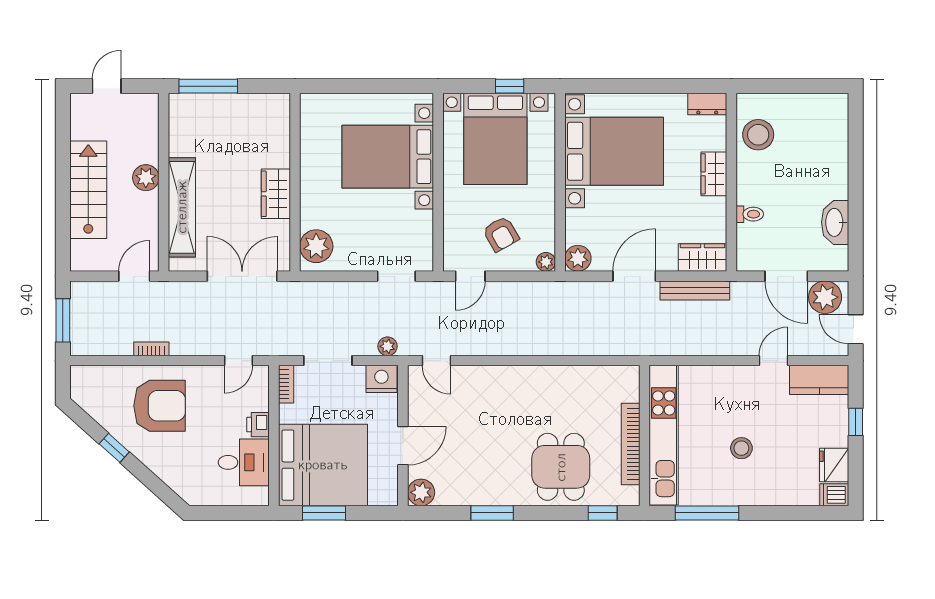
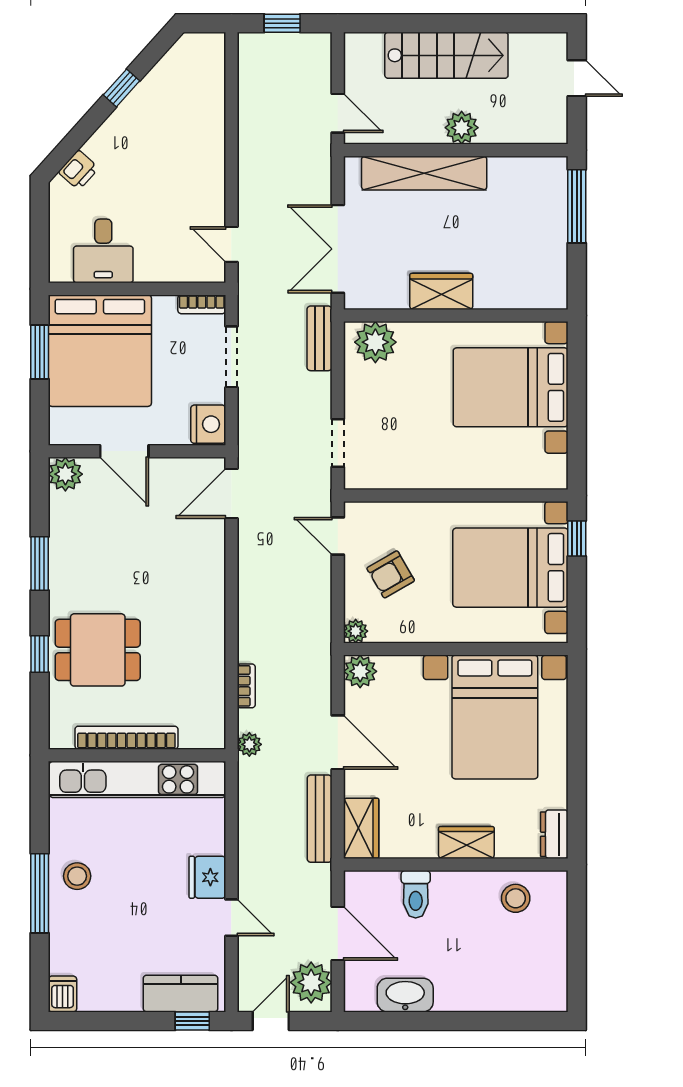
window: (510, 86) -> (577, 538), moved
stool: (758, 135) -> (516, 898), width x0.73, depth x0.73
bed with nightstands: (388, 157) -> (511, 387), moved, turned -90
toilet: (750, 214) -> (416, 894), width x1.37, depth x1.39
double door: (242, 276) -> (338, 249), swing flipped
door: (786, 276) -> (338, 934), swing flipped
bench: (313, 291) -> (319, 338), added
window: (63, 320) -> (282, 23), width x0.67
plant: (387, 346) -> (249, 744), moved
bookcase: (151, 349) -> (246, 686), moved
door: (436, 361) -> (231, 493), width x1.38
kitchen counter: (819, 380) -> (181, 994), moved, turned 90
armchair: (160, 406) -> (175, 145), removed
window: (856, 422) -> (192, 1021), moved
printer: (258, 425) -> (78, 170), moved, turned 132
stool: (741, 448) -> (77, 876), moved
fridge: (834, 465) -> (207, 877), moved, turned -90
window: (603, 513) -> (40, 654), moved
window: (707, 513) -> (40, 893), moved

